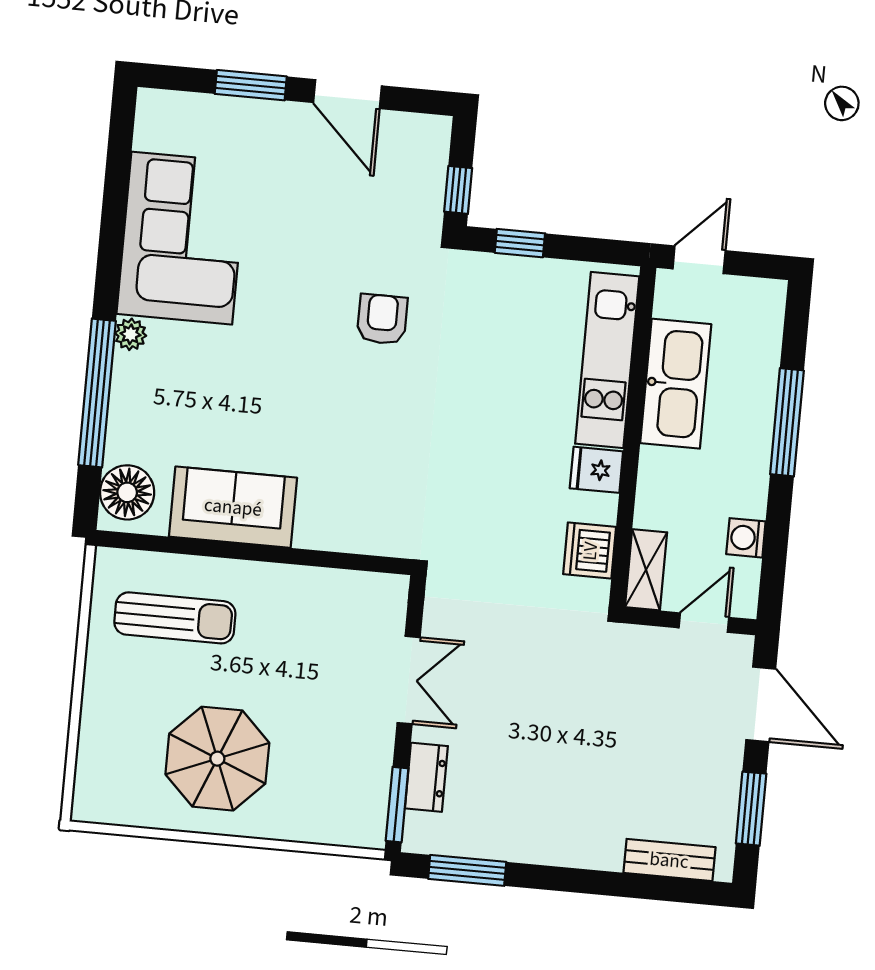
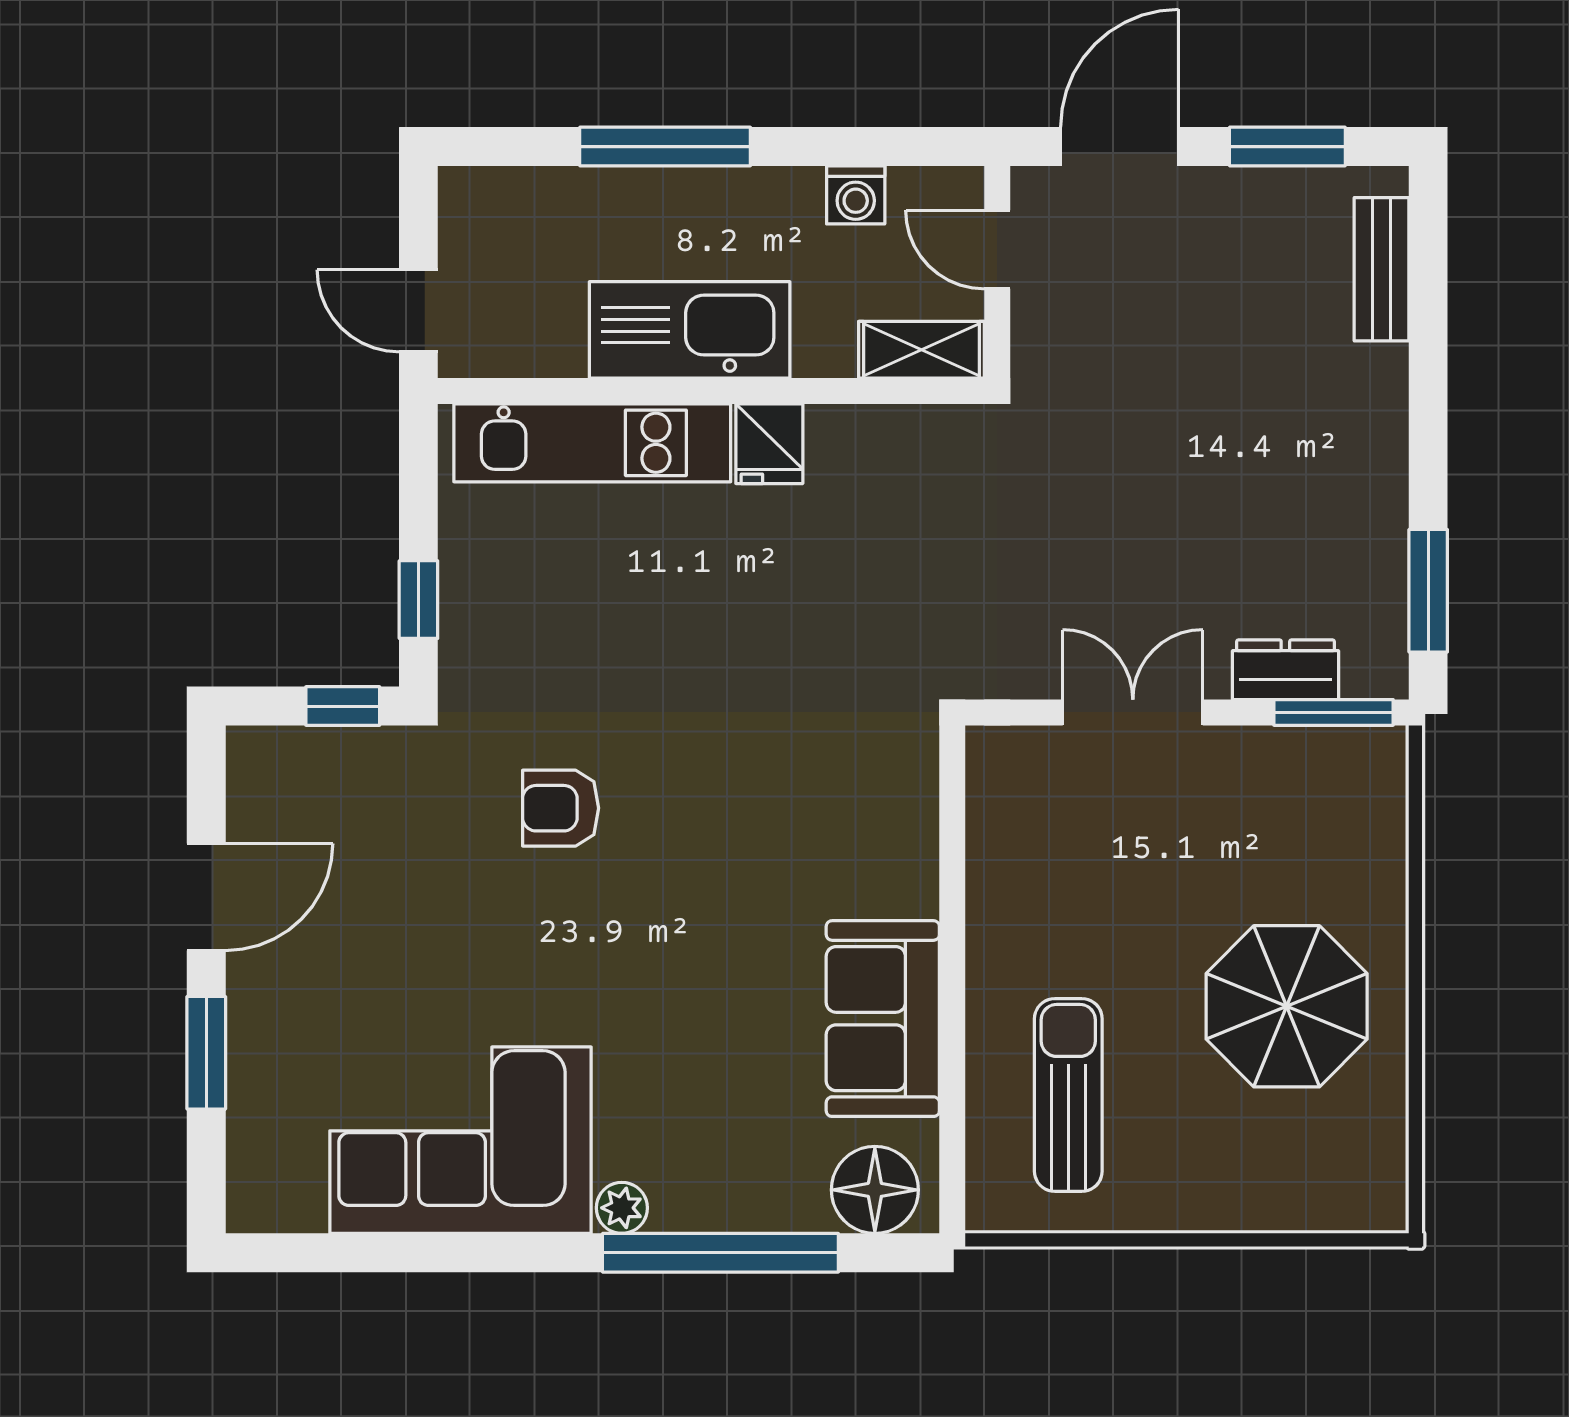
kitchen sink: (676, 384) -> (690, 330), moved
dishwasher: (590, 551) -> (899, 443), removed

